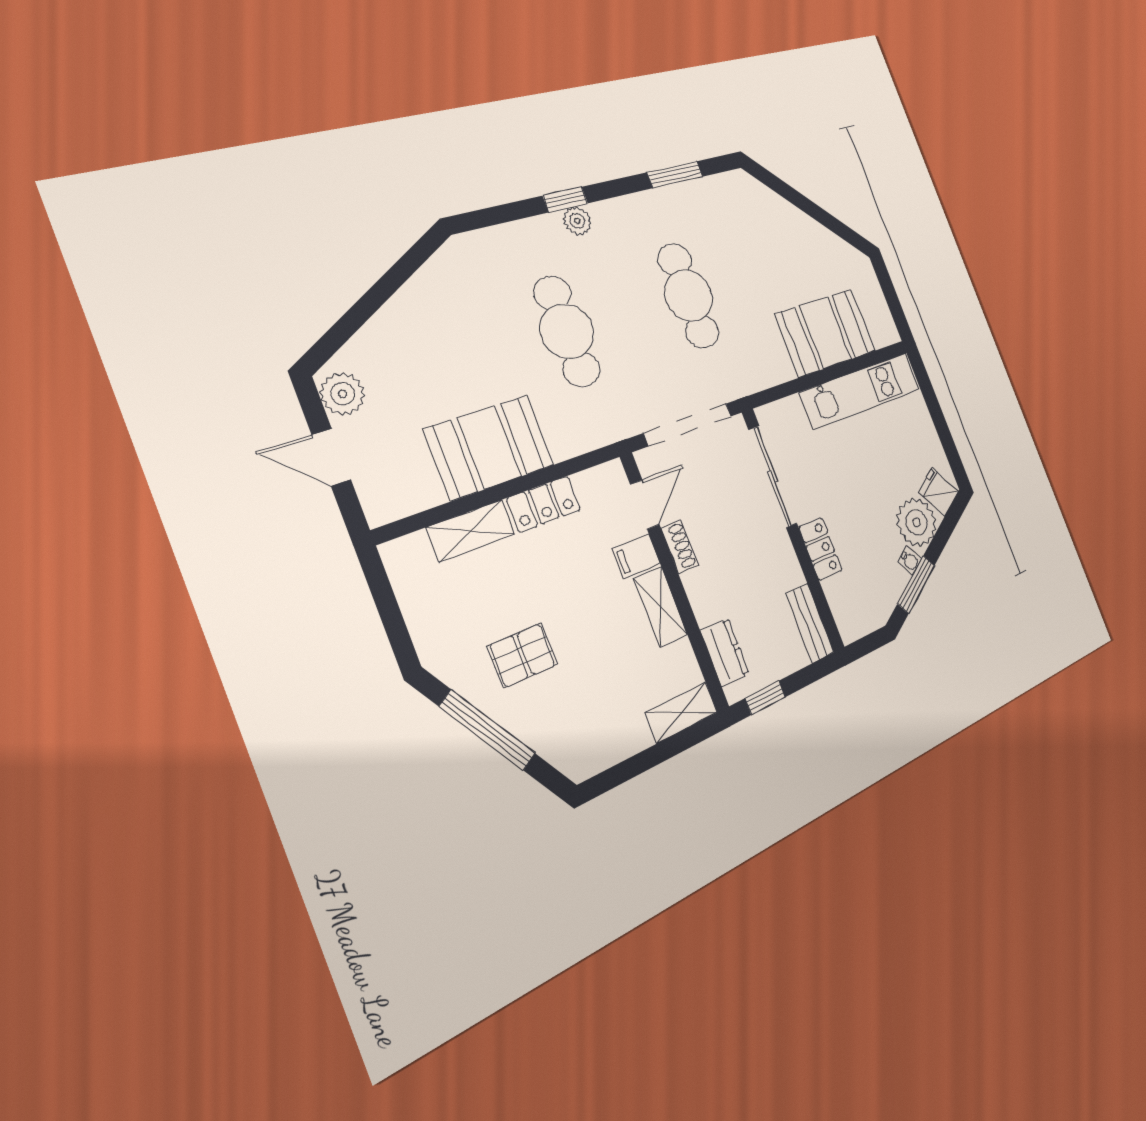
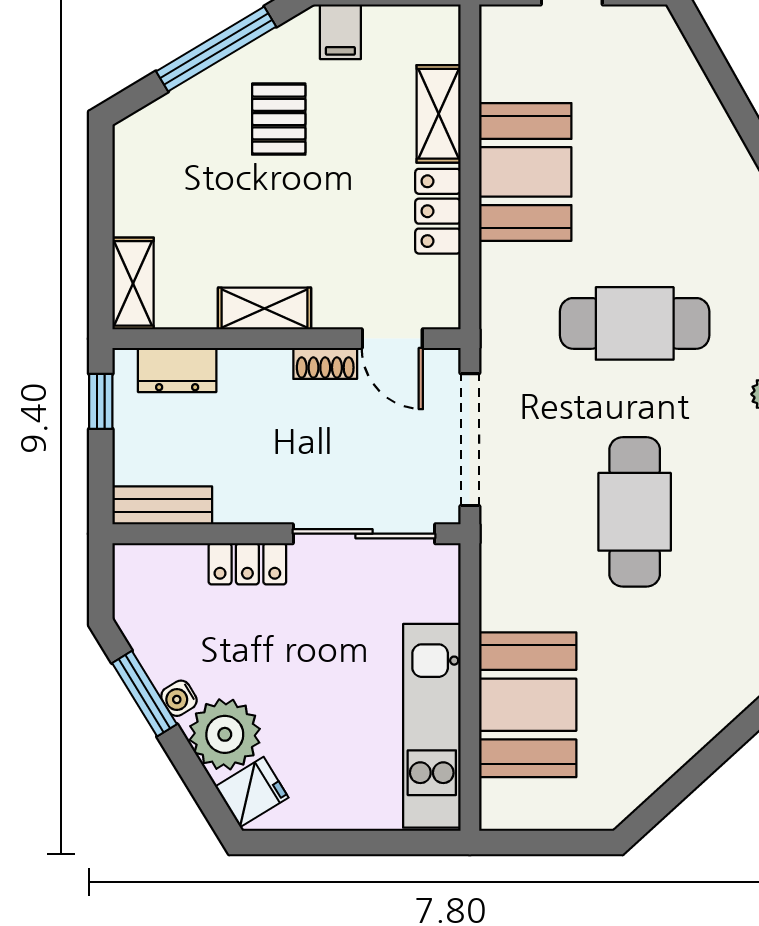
cafe table: (689, 296) -> (635, 512), turned 90
plant: (343, 394) -> (638, 30), removed
filing cabinet: (636, 556) -> (340, 32), moved, turned 180

